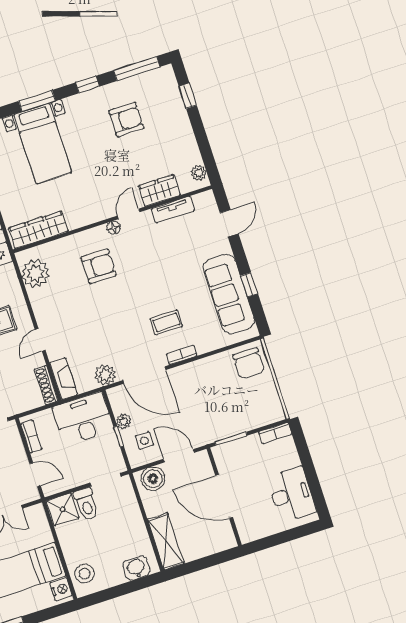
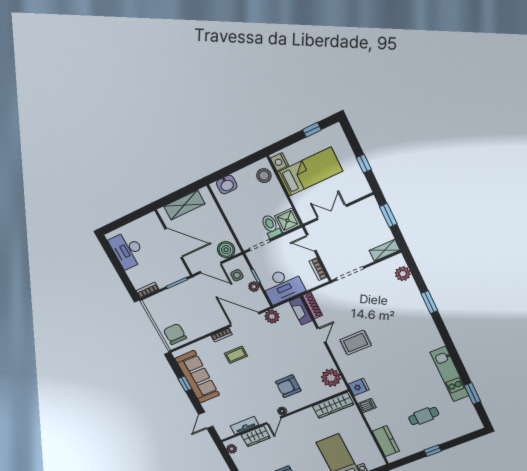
shelving: (166, 541) -> (184, 205), moved, turned 90

